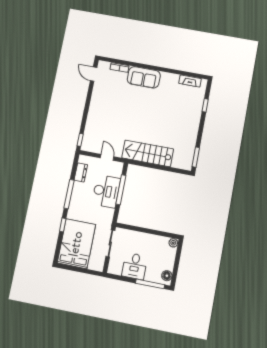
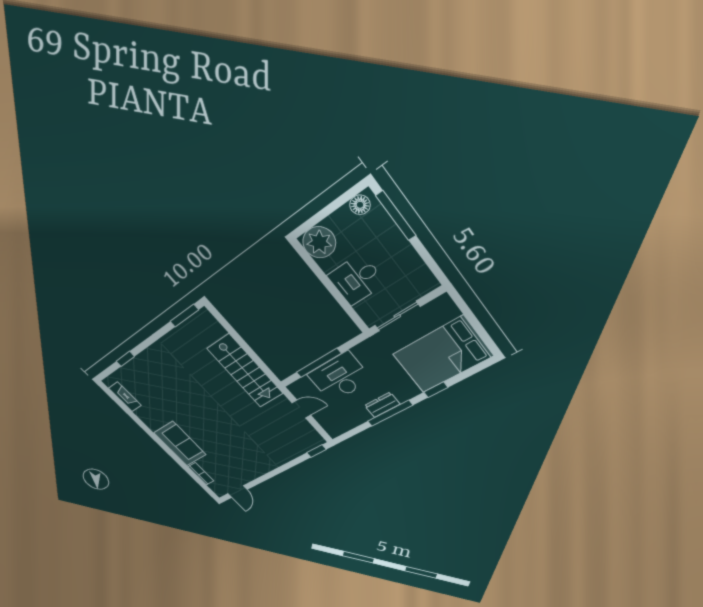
door: (107, 157) -> (301, 409), swing flipped
dresser: (81, 172) -> (382, 405), moved
plant: (173, 243) -> (319, 242), width x1.87, depth x1.87
desk: (135, 266) -> (356, 280), moved, turned 180

